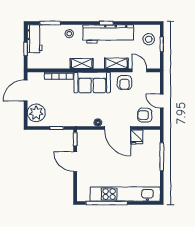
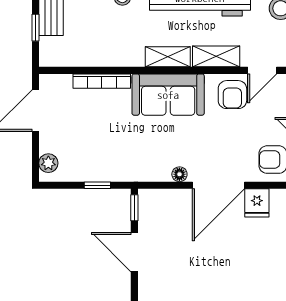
shelving: (82, 64) -> (168, 57), moved
door: (139, 70) -> (262, 70), swing flipped
plant: (36, 113) -> (48, 163), width x0.53, depth x0.53
door: (117, 128) -> (218, 185), hinge flipped

